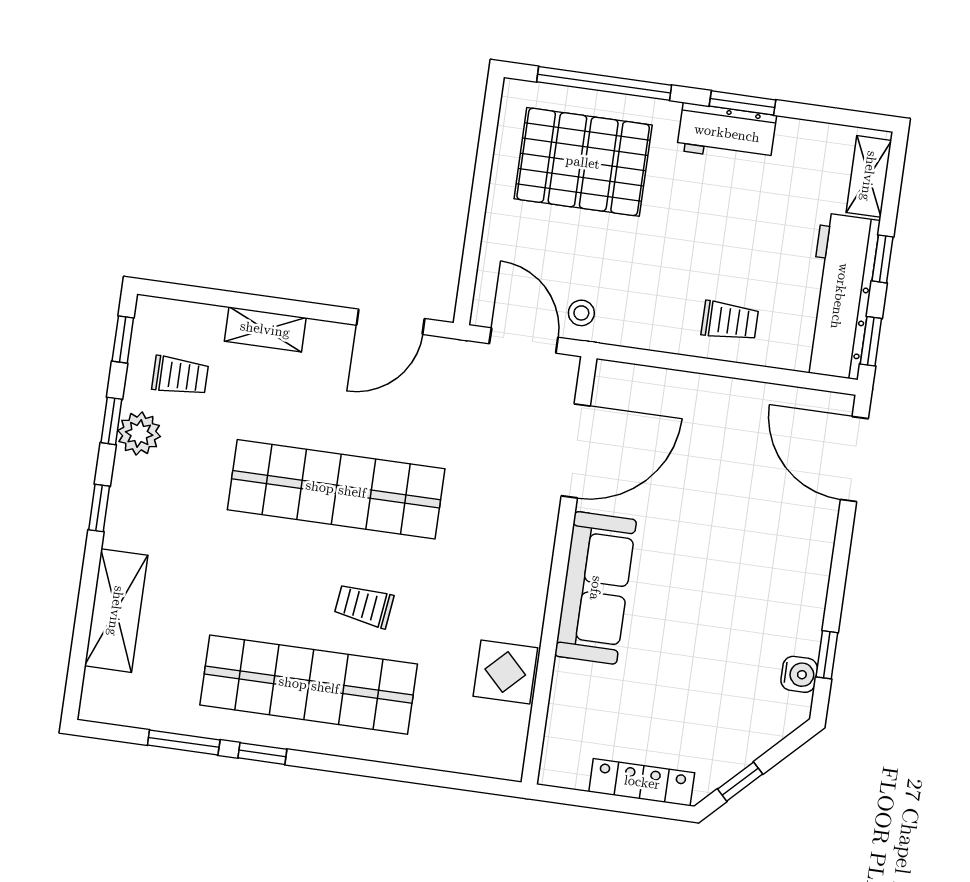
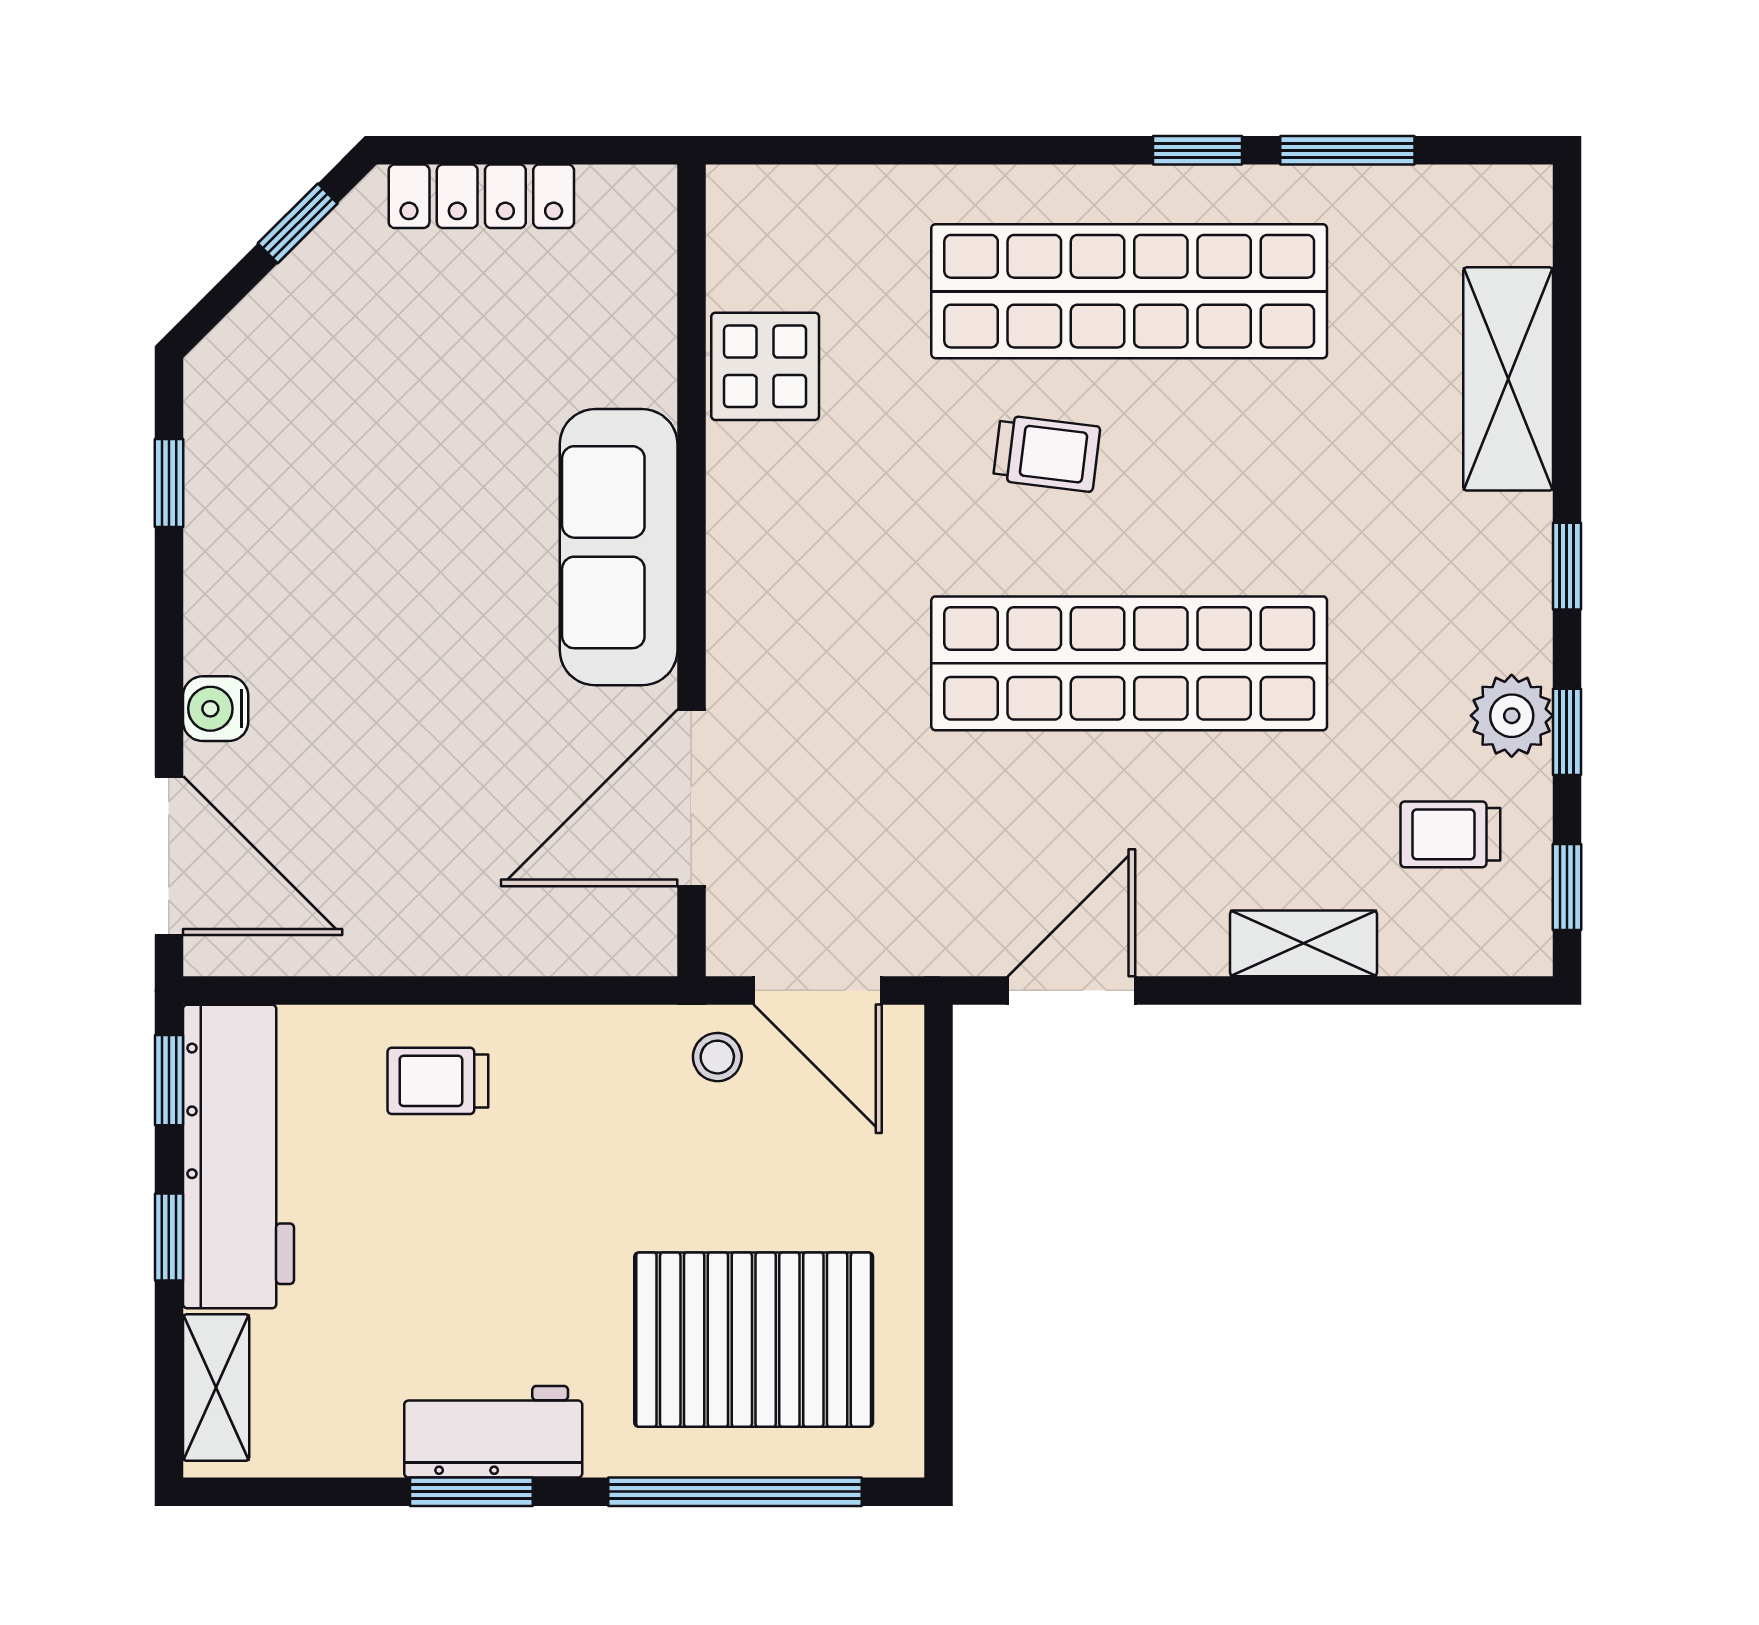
water cooler: (799, 674) -> (216, 709), moved

